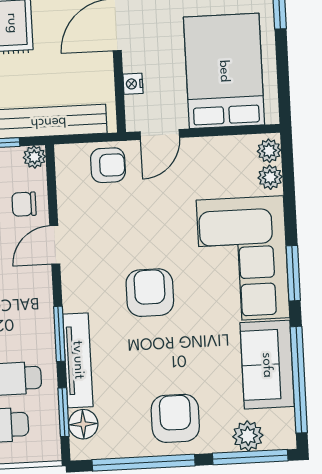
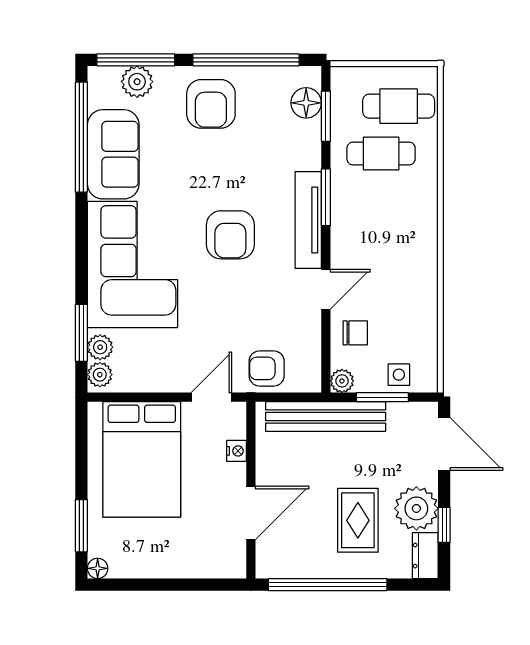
window: (293, 273) -> (81, 333), moved
tv unit: (78, 360) -> (308, 220), moved

